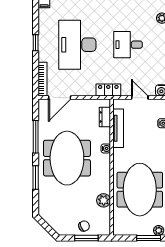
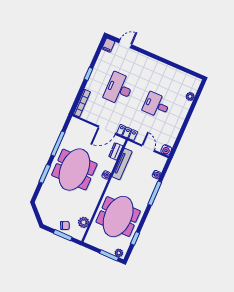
desk: (77, 45) -> (119, 89), width x0.73, depth x0.77
door: (60, 98) -> (107, 130), moved
plant: (104, 200) -> (84, 222), moved

